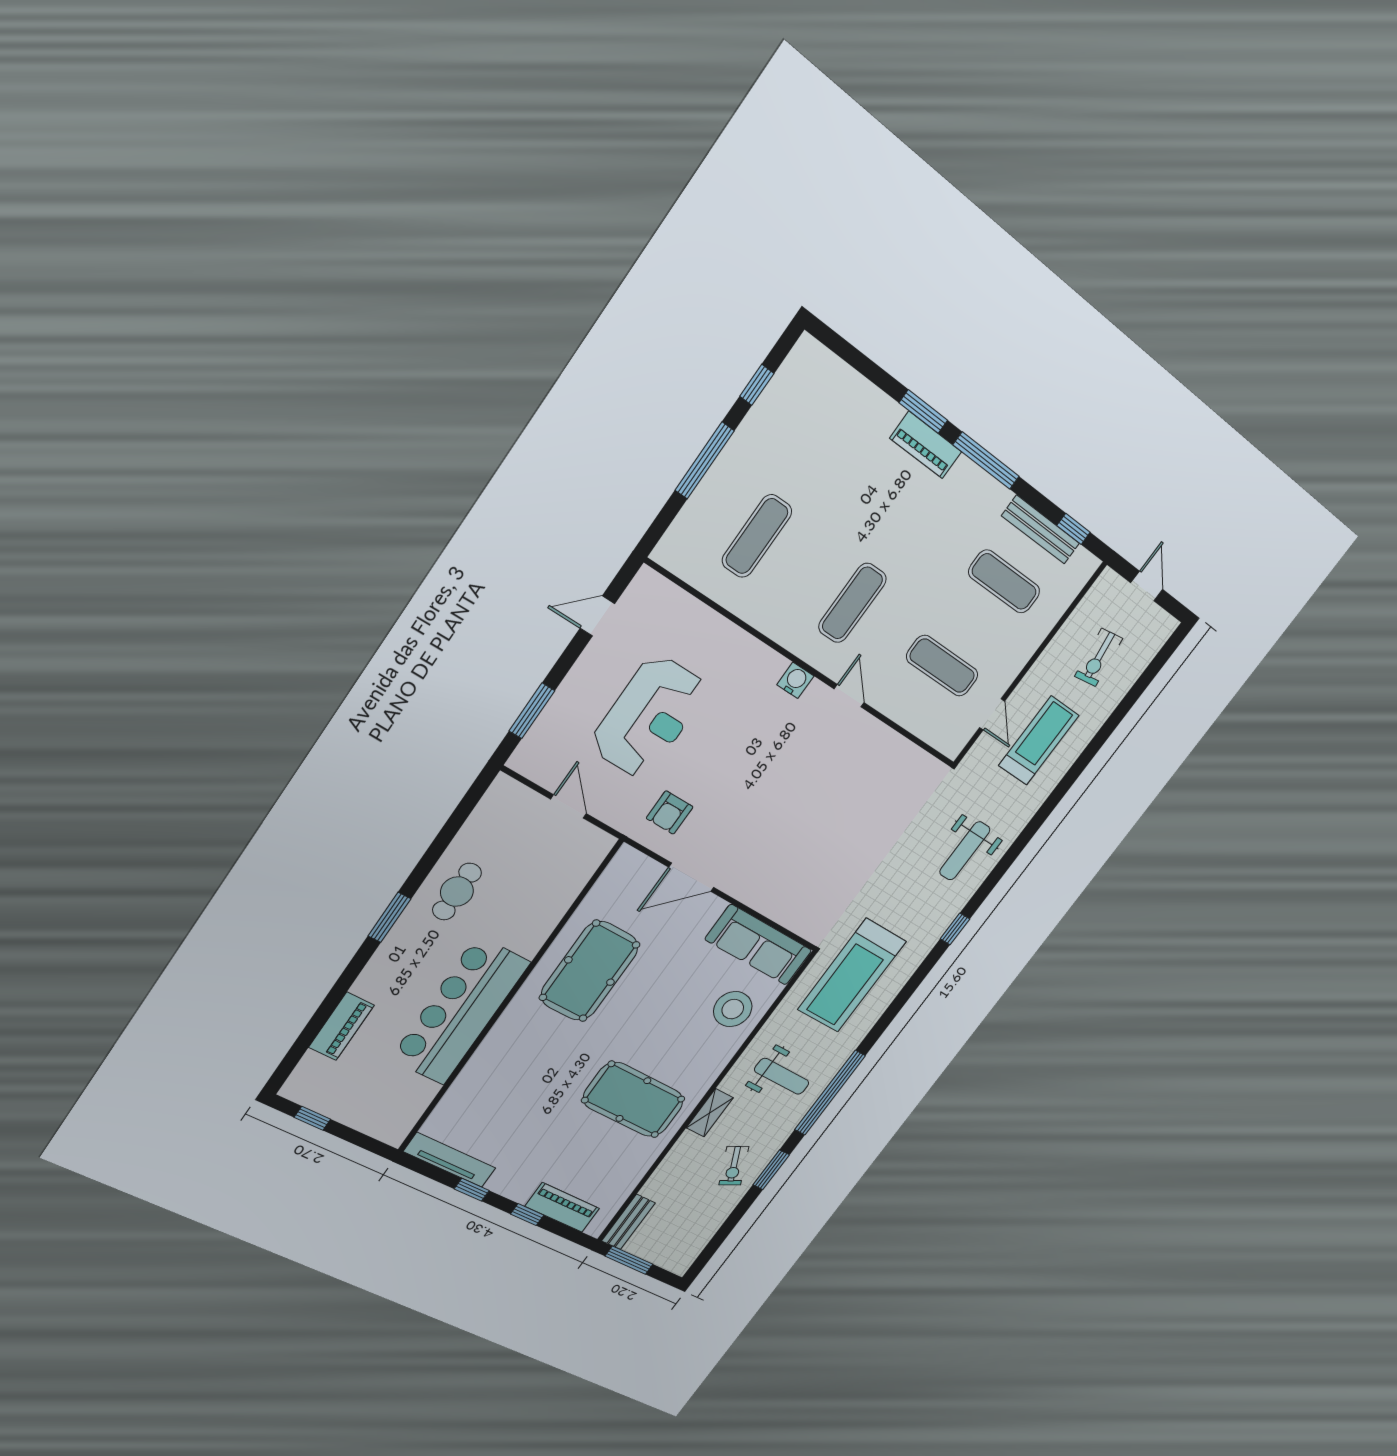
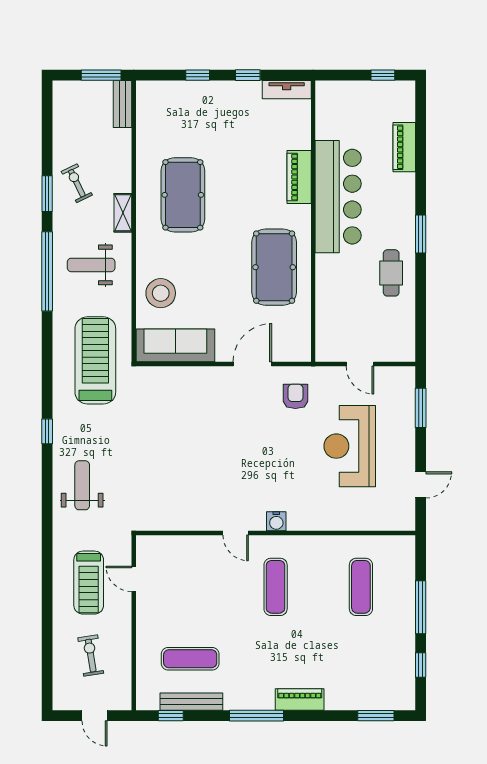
window: (923, 412) -> (376, 716), moved
exercise mat: (942, 666) -> (190, 587), removed
pool table: (633, 1100) -> (183, 195), turned 90
tv unit: (450, 1160) -> (287, 90), width x0.71
piano: (562, 1207) -> (299, 177), moved, turned 90

